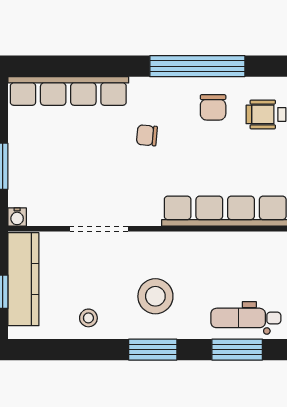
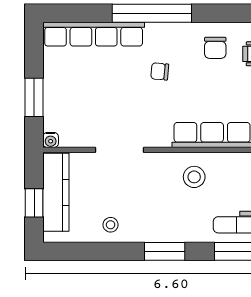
window: (197, 66) -> (152, 13), moved
stool: (155, 296) -> (194, 177), moved, width x0.73, depth x0.73

